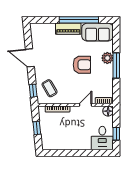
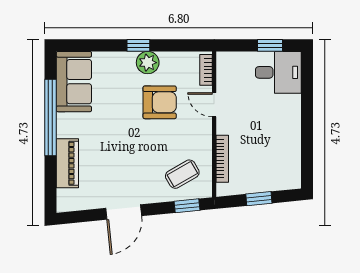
piano: (68, 29) -> (67, 163), moved
plant: (107, 58) -> (148, 63), moved
armchair: (82, 65) -> (160, 102), moved, turned 90
window: (116, 65) -> (138, 45), width x0.46
floor lamp: (108, 111) -> (226, 61), removed

